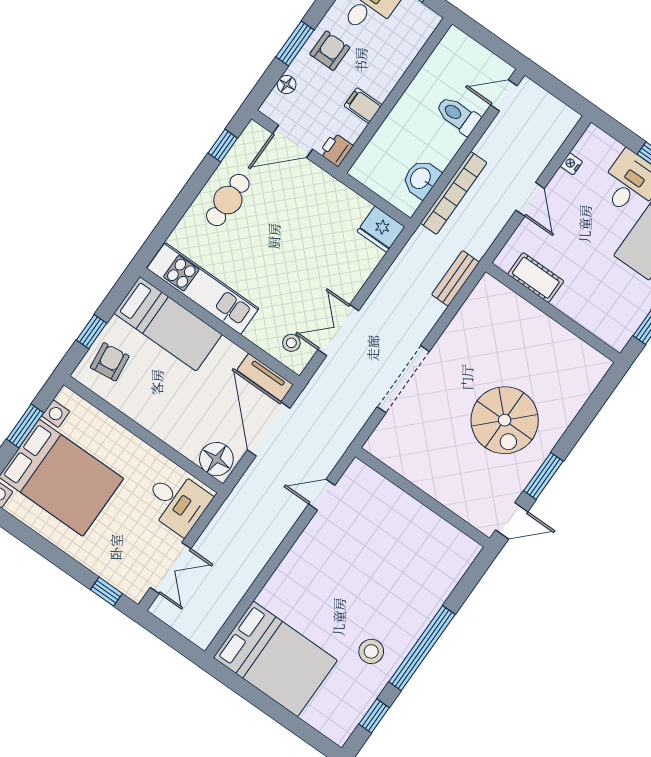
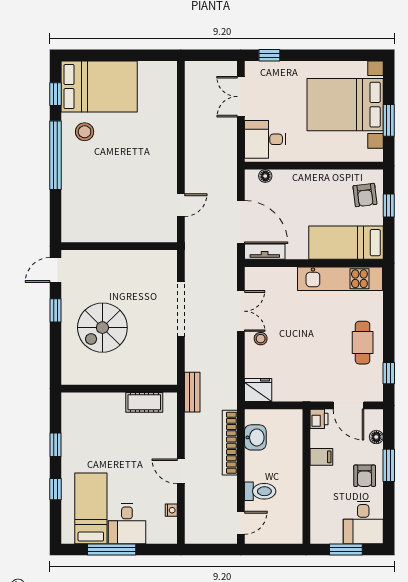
door: (293, 141) -> (348, 405), swing flipped
cot: (536, 278) -> (144, 402), moved
wall: (553, 313) -> (119, 389), moved
stool: (291, 343) -> (261, 339), moved
spiral stairs: (505, 420) -> (102, 328), turned -90
floor lamp: (216, 459) -> (265, 176), width x0.53, depth x0.53
window: (543, 476) -> (55, 310), width x0.67
bed: (275, 659) -> (99, 87), moved, turned 180

